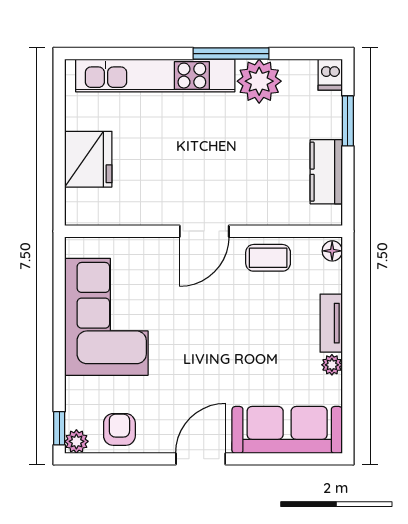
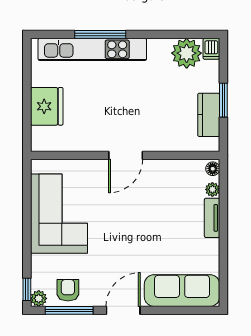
window: (231, 54) -> (100, 34), moved
plant: (259, 81) -> (187, 53), moved
window: (348, 121) -> (223, 100), moved
coffee table: (268, 258) -> (169, 173), removed
plant: (332, 365) -> (212, 189), moved
window: (121, 459) -> (69, 310), added

